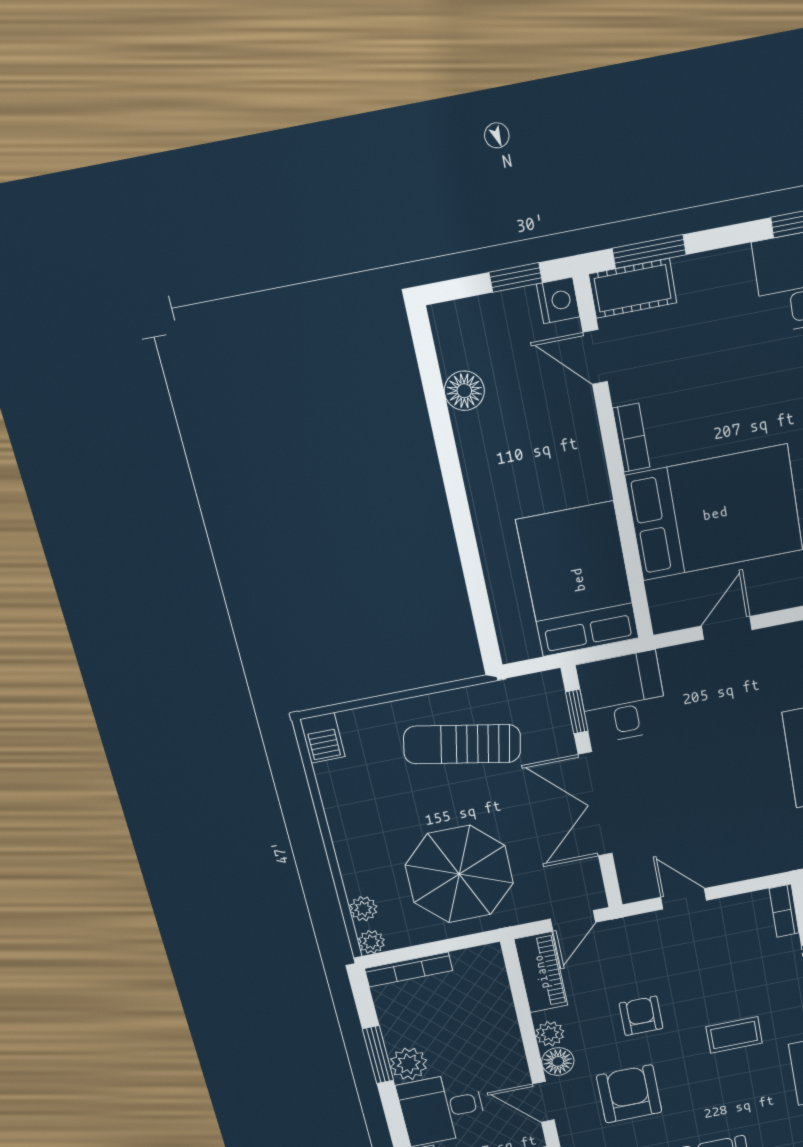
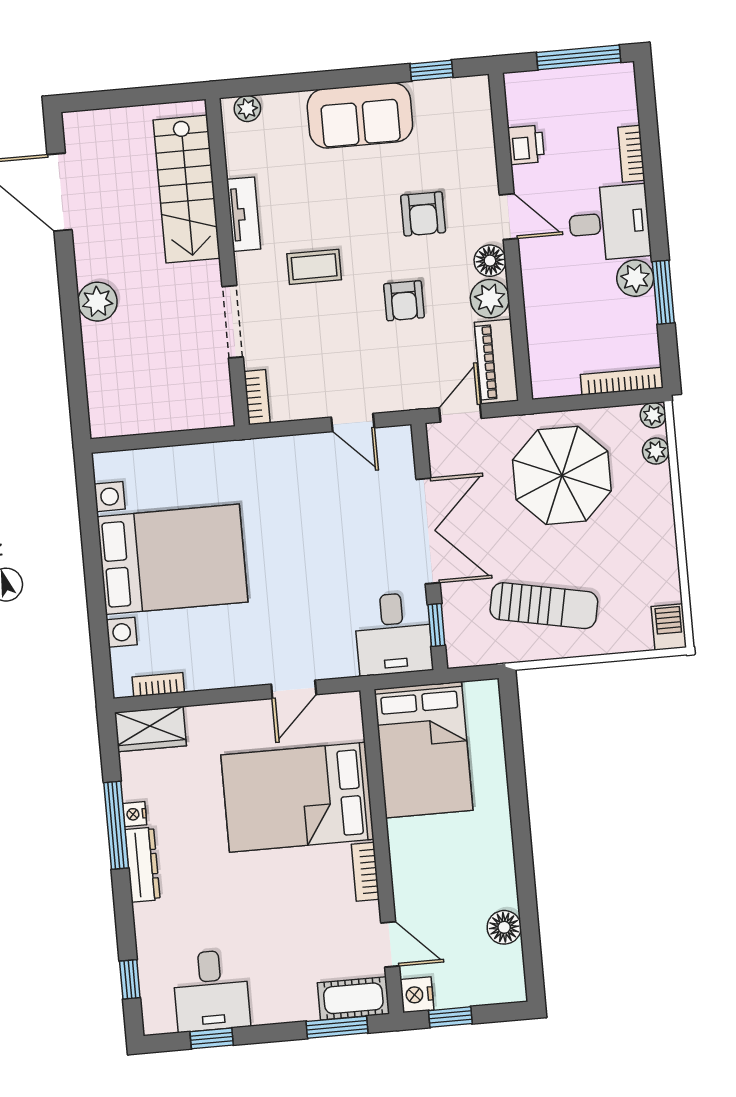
plant: (550, 1034) -> (490, 299), width x1.38, depth x1.38
armchair: (629, 1094) -> (423, 214), width x0.72, depth x0.72

